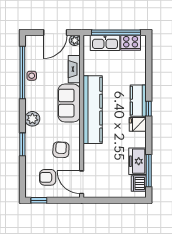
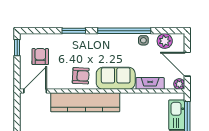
window: (22, 72) -> (124, 31), moved
kitchen counter: (93, 110) -> (85, 102), moved
plant: (32, 119) -> (165, 41), moved
armchair: (61, 150) -> (81, 76), moved

